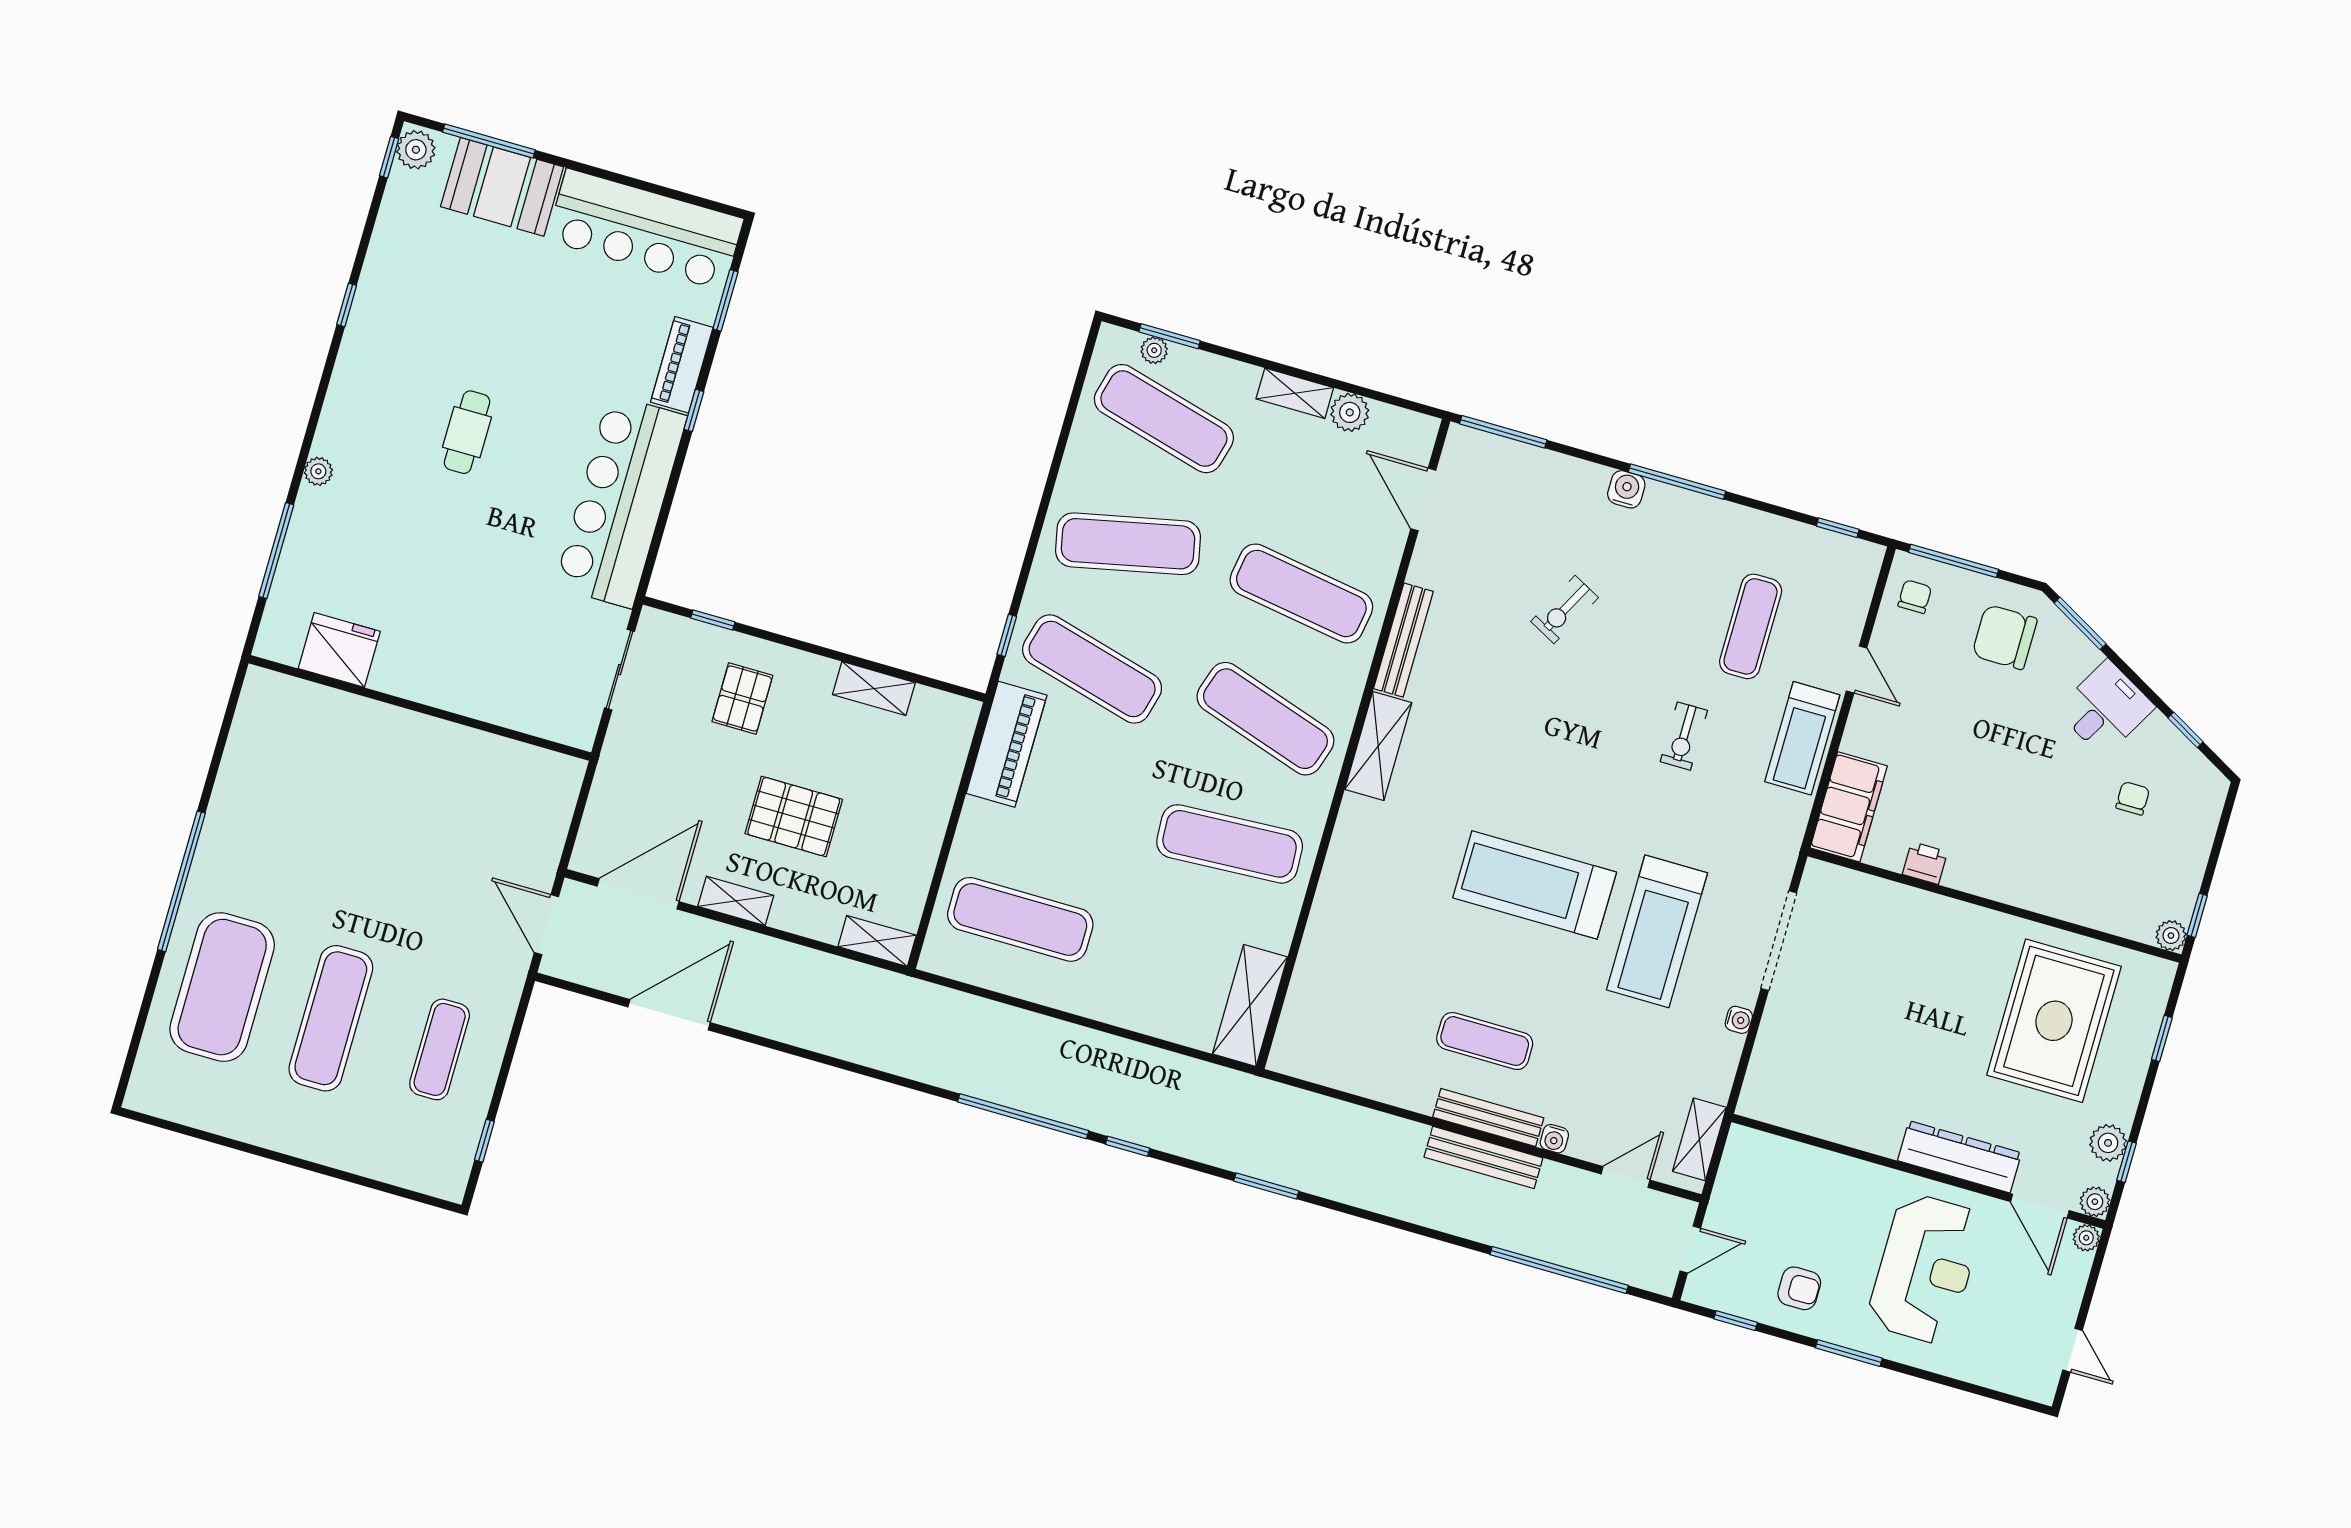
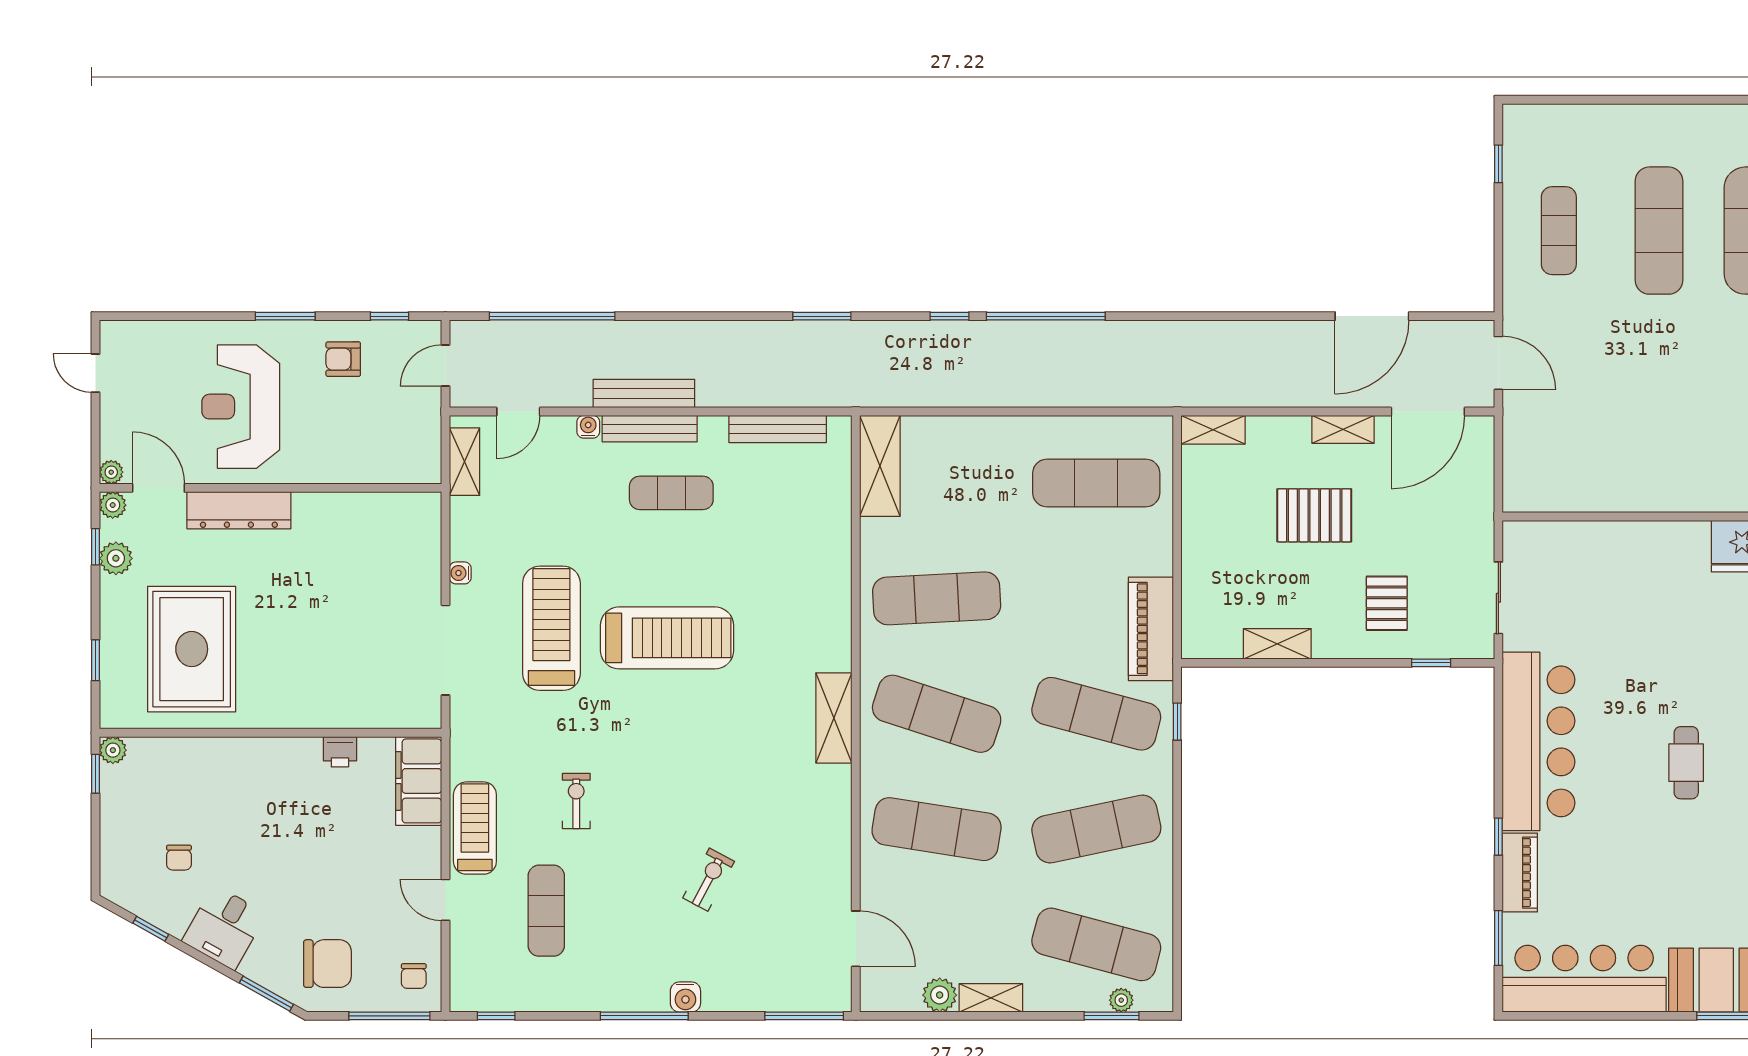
bench: (1403, 640) -> (778, 429), moved, turned 90

